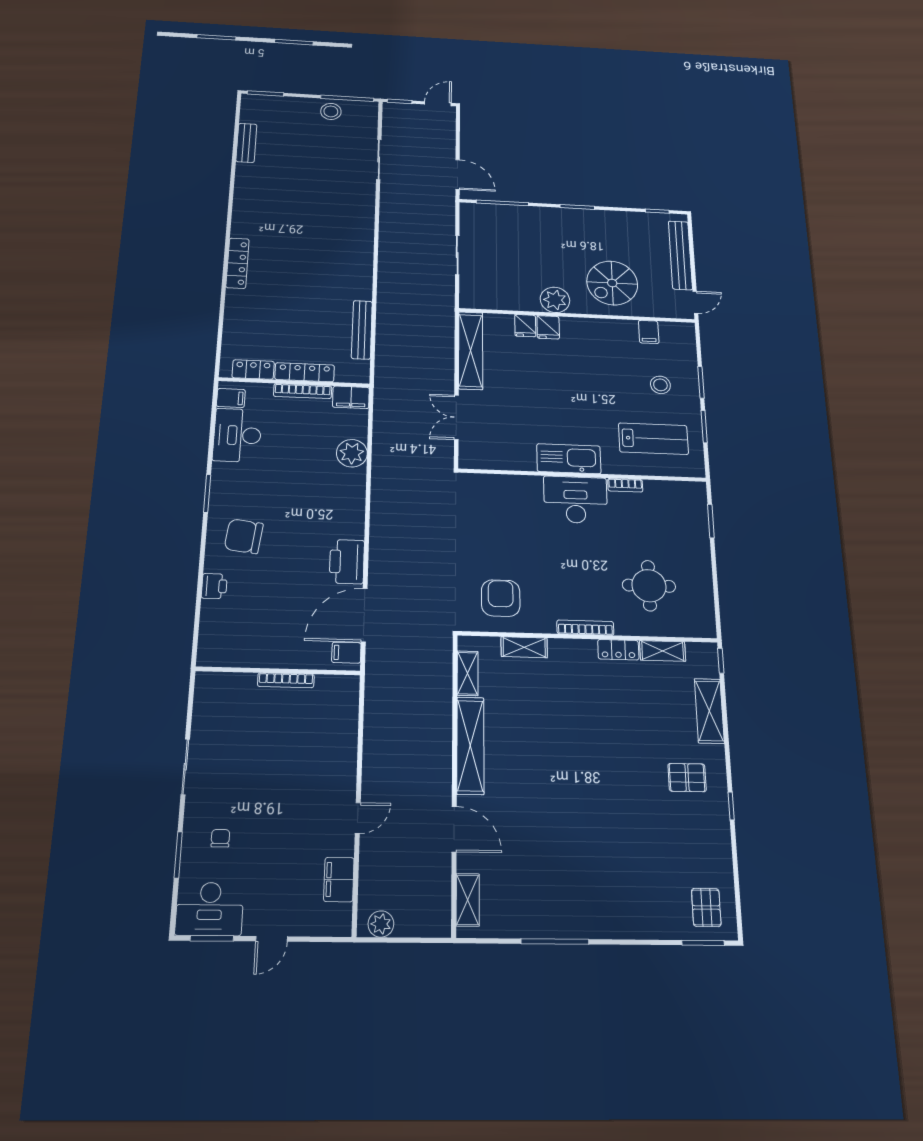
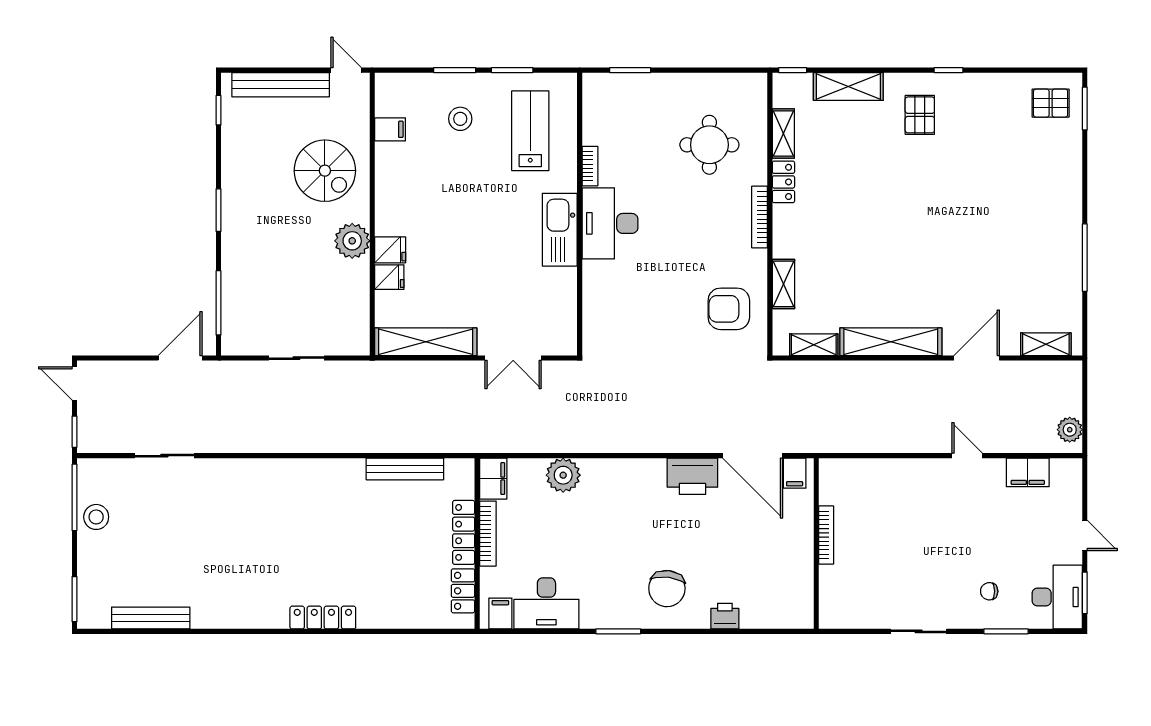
bench: (246, 143) -> (151, 618), width x1.36

